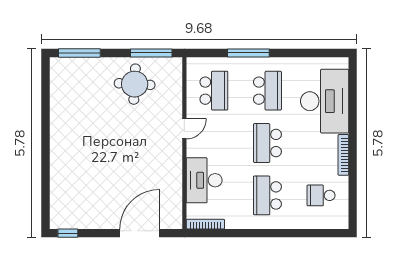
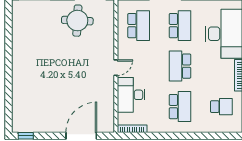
door: (184, 129) -> (116, 68), moved
school desk: (267, 195) -> (180, 107), turned 180
school desk: (321, 195) -> (221, 107), turned 180

